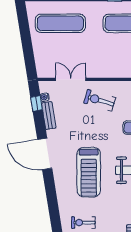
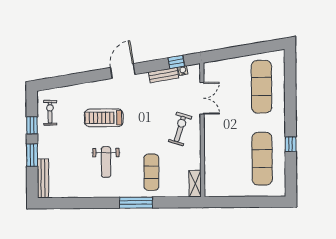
door: (45, 154) -> (123, 71), width x0.73
treadmill: (89, 172) -> (104, 118), width x0.73, depth x0.73

